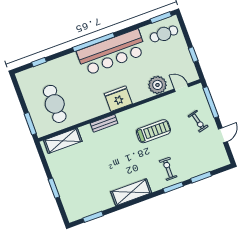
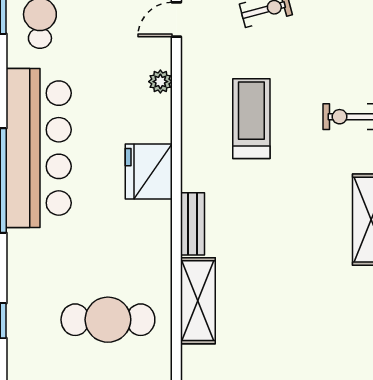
plant: (158, 85) -> (160, 82), width x0.53, depth x0.53
shelving: (63, 141) -> (198, 301), moved

